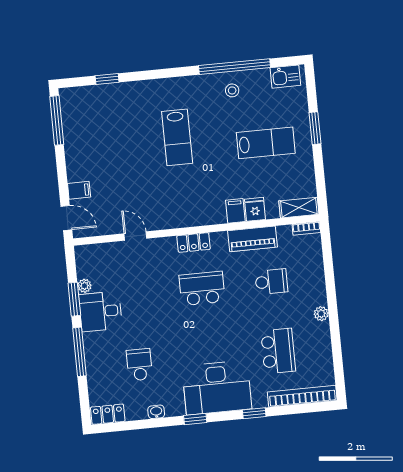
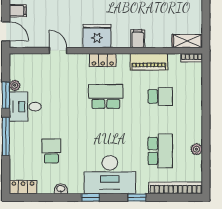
fridge: (255, 209) -> (97, 36), moved, width x1.88, depth x1.34
plant: (321, 314) -> (197, 149), moved

